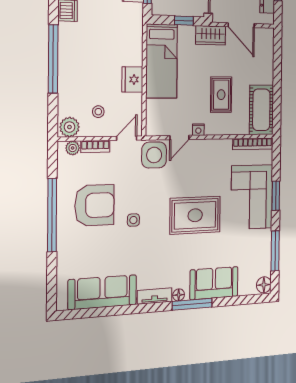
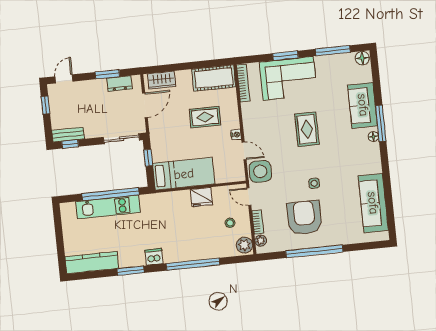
wardrobe: (211, 35) -> (162, 80), moved, turned 90
rug: (195, 215) -> (307, 129), width x0.73, depth x0.70
tv unit: (155, 296) -> (375, 158), removed

